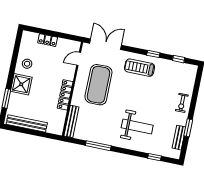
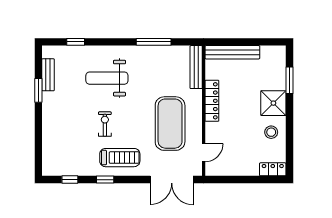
locker: (48, 40) -> (273, 169), moved
exercise bike: (182, 103) -> (105, 124), moved
bench: (27, 123) -> (232, 52), moved

